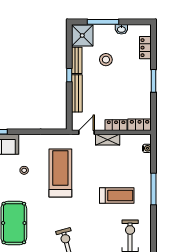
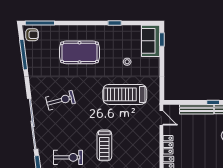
shelving: (108, 140) -> (155, 137), removed
treadmill: (60, 173) -> (125, 94), turned 180

